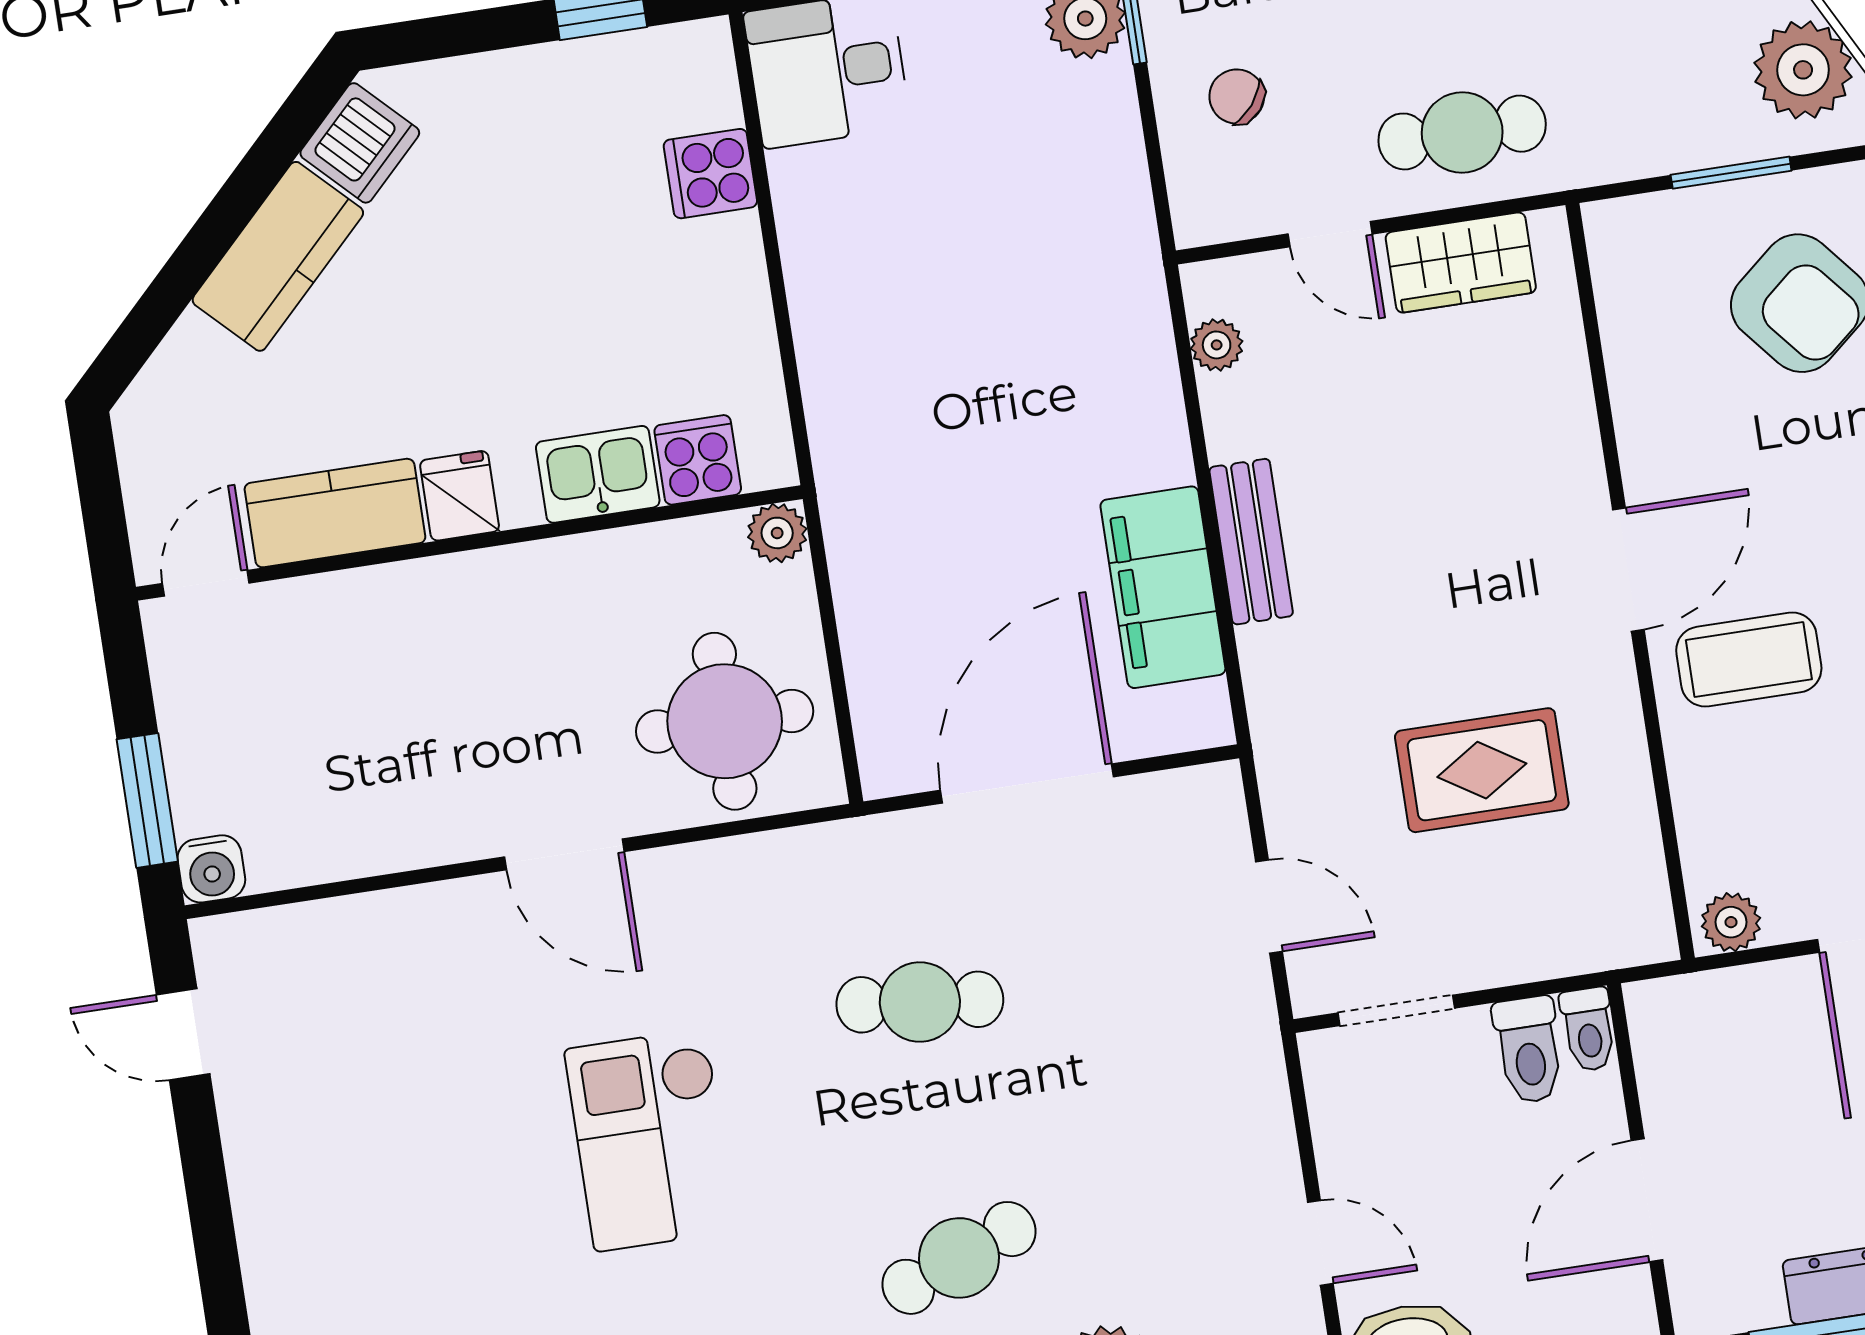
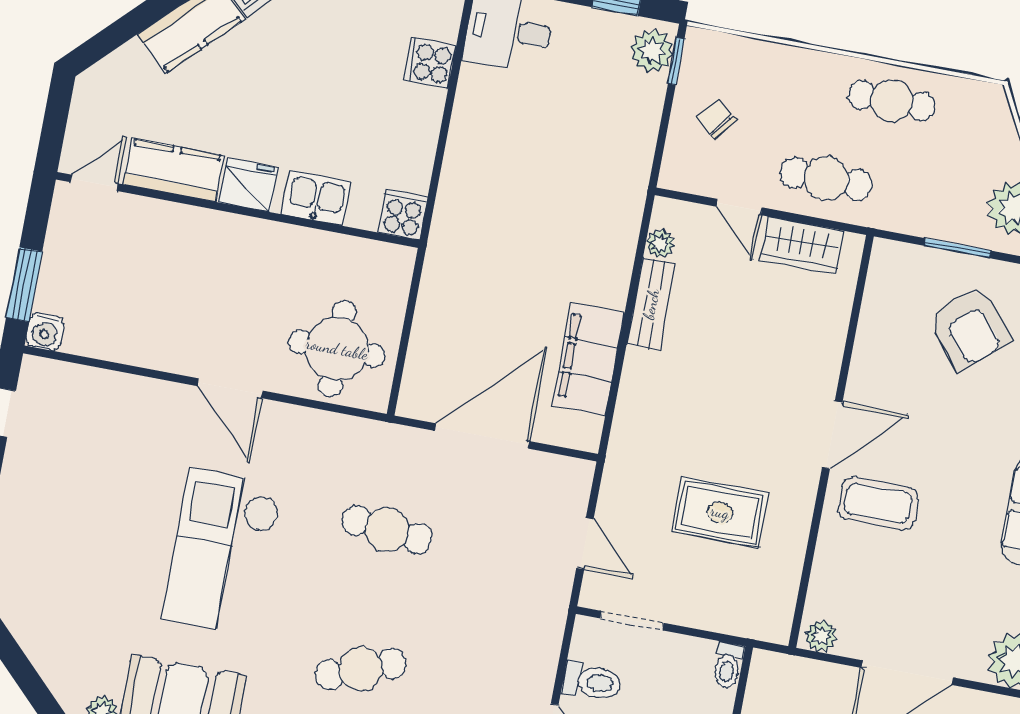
cooker: (698, 460) -> (403, 215), moved
fridge: (460, 496) -> (248, 185), width x1.38
plant: (777, 533) -> (399, 261), removed
bench: (1251, 542) -> (651, 304), moved
toilet: (1529, 1050) -> (592, 681), moved, turned -90
checkout: (651, 1140) -> (223, 552), width x1.36, depth x1.21

